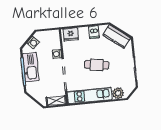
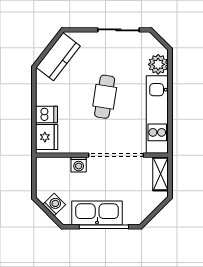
dishwasher: (94, 32) -> (47, 115), moved

